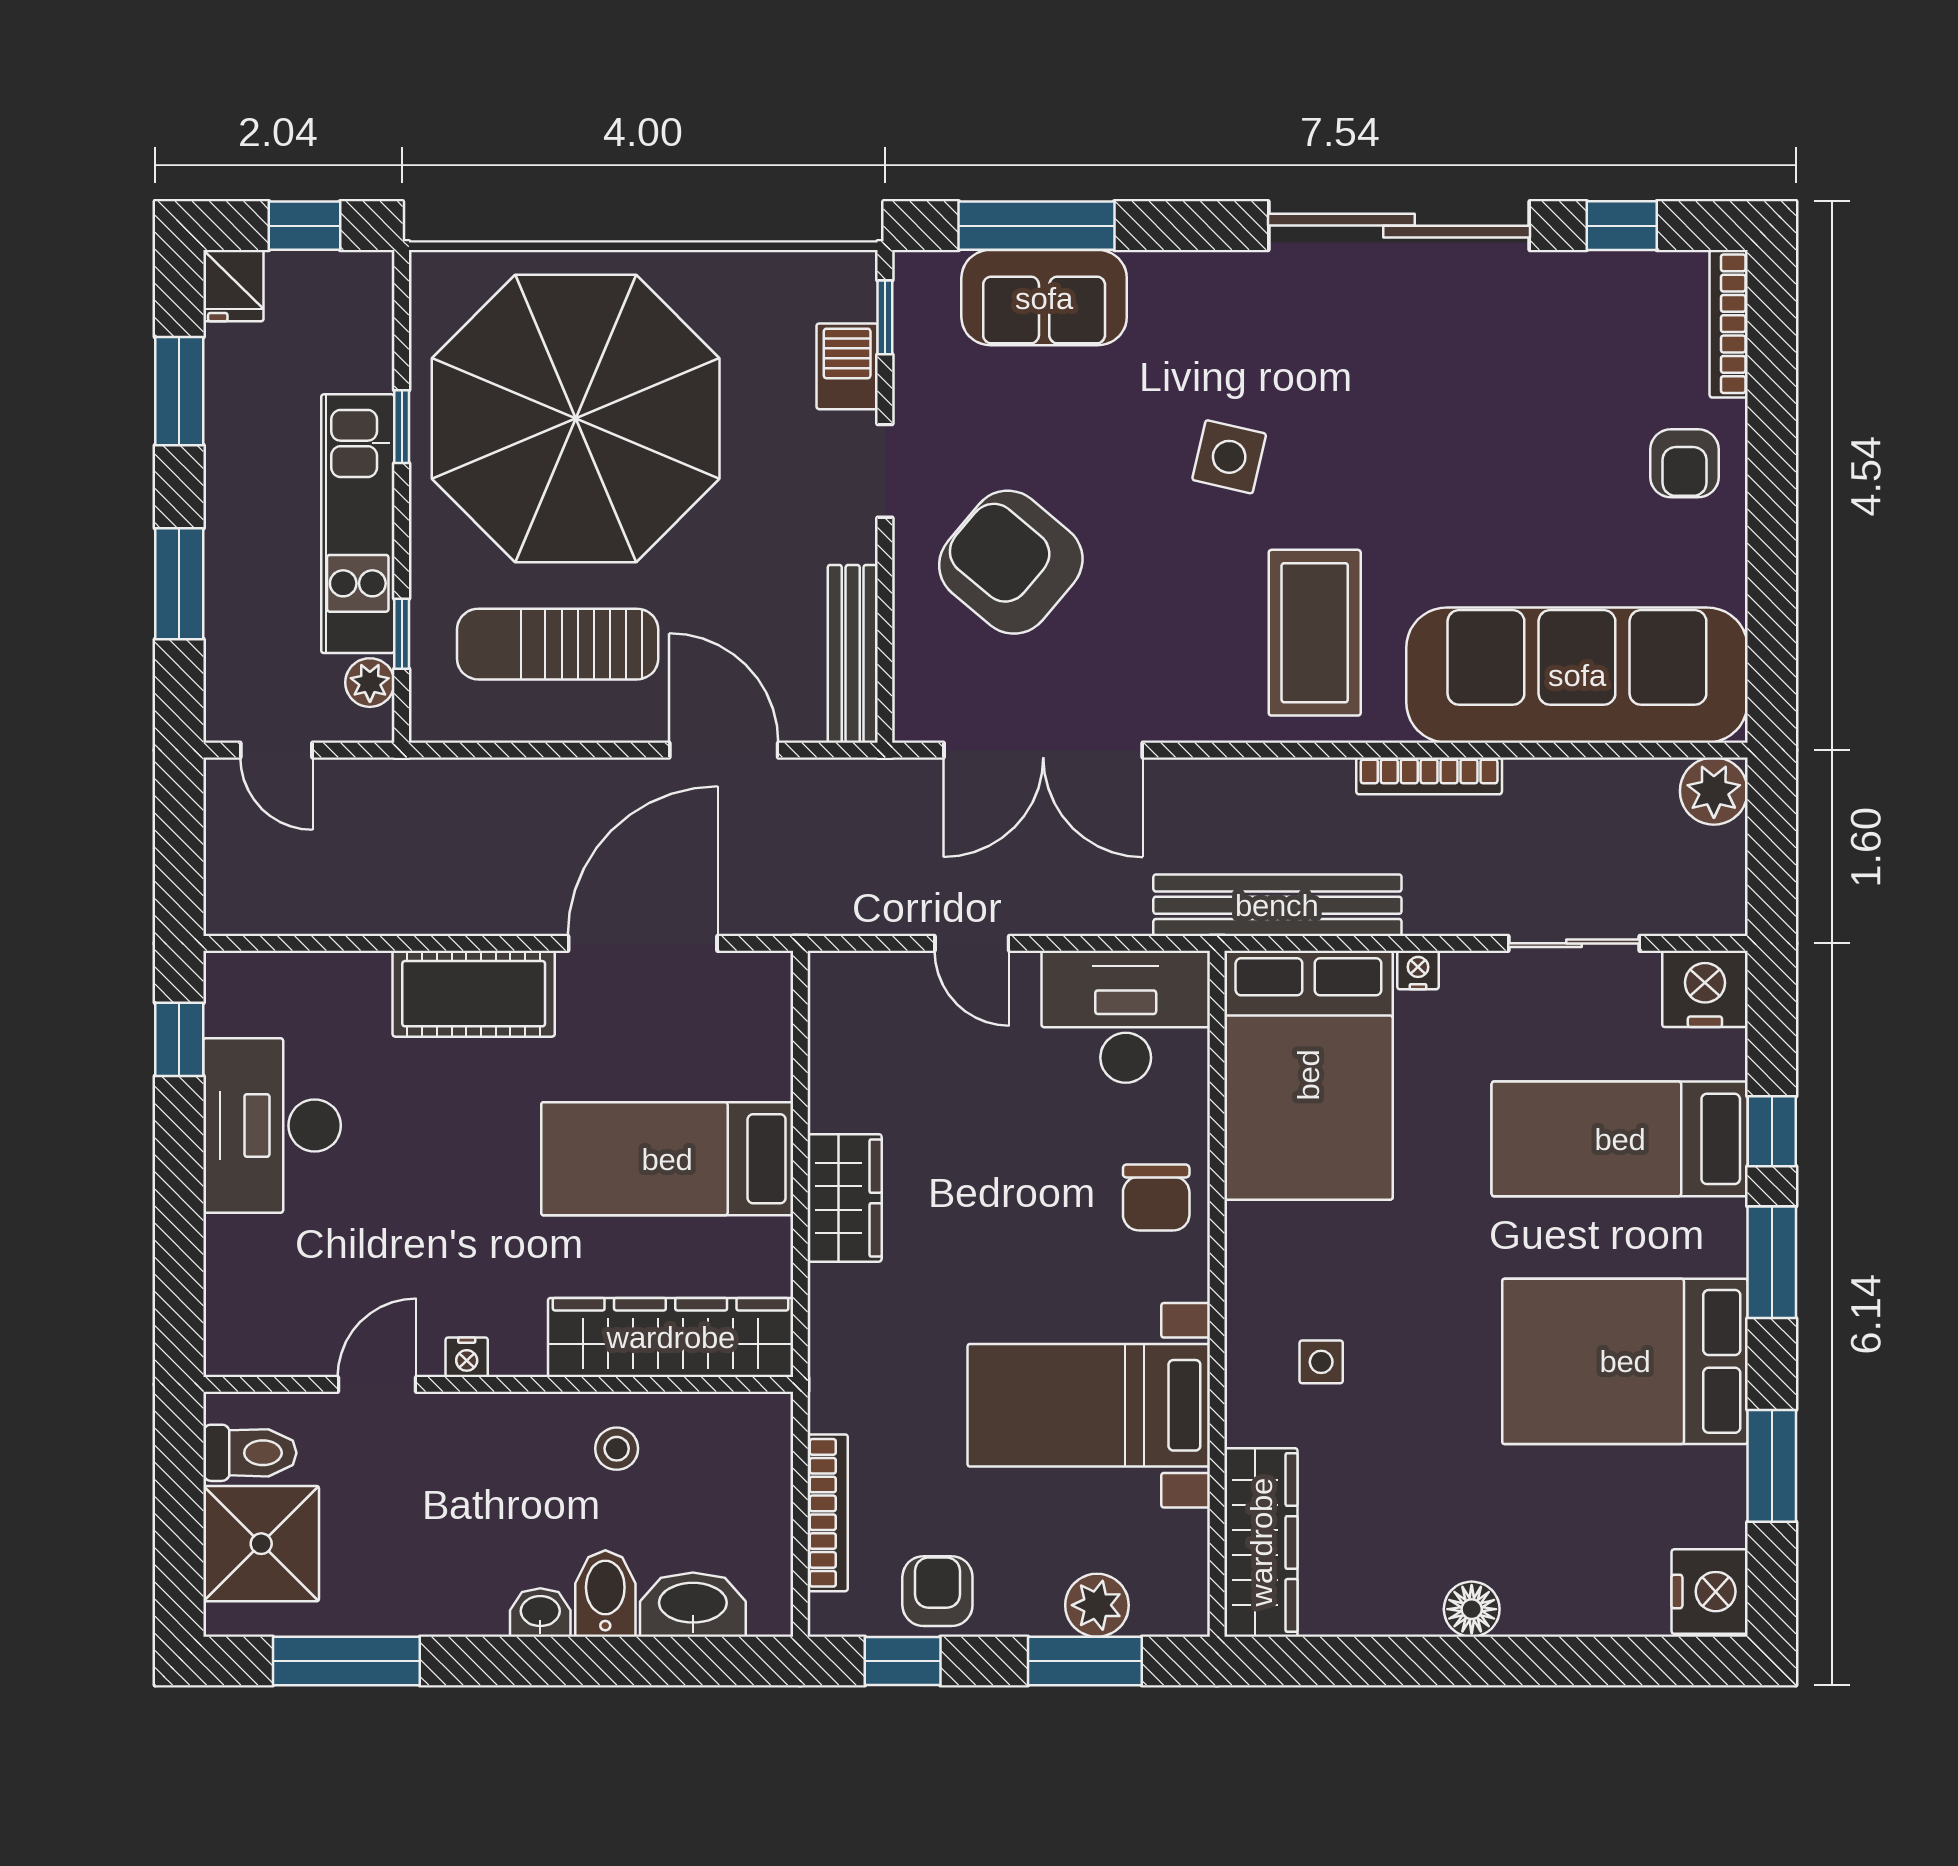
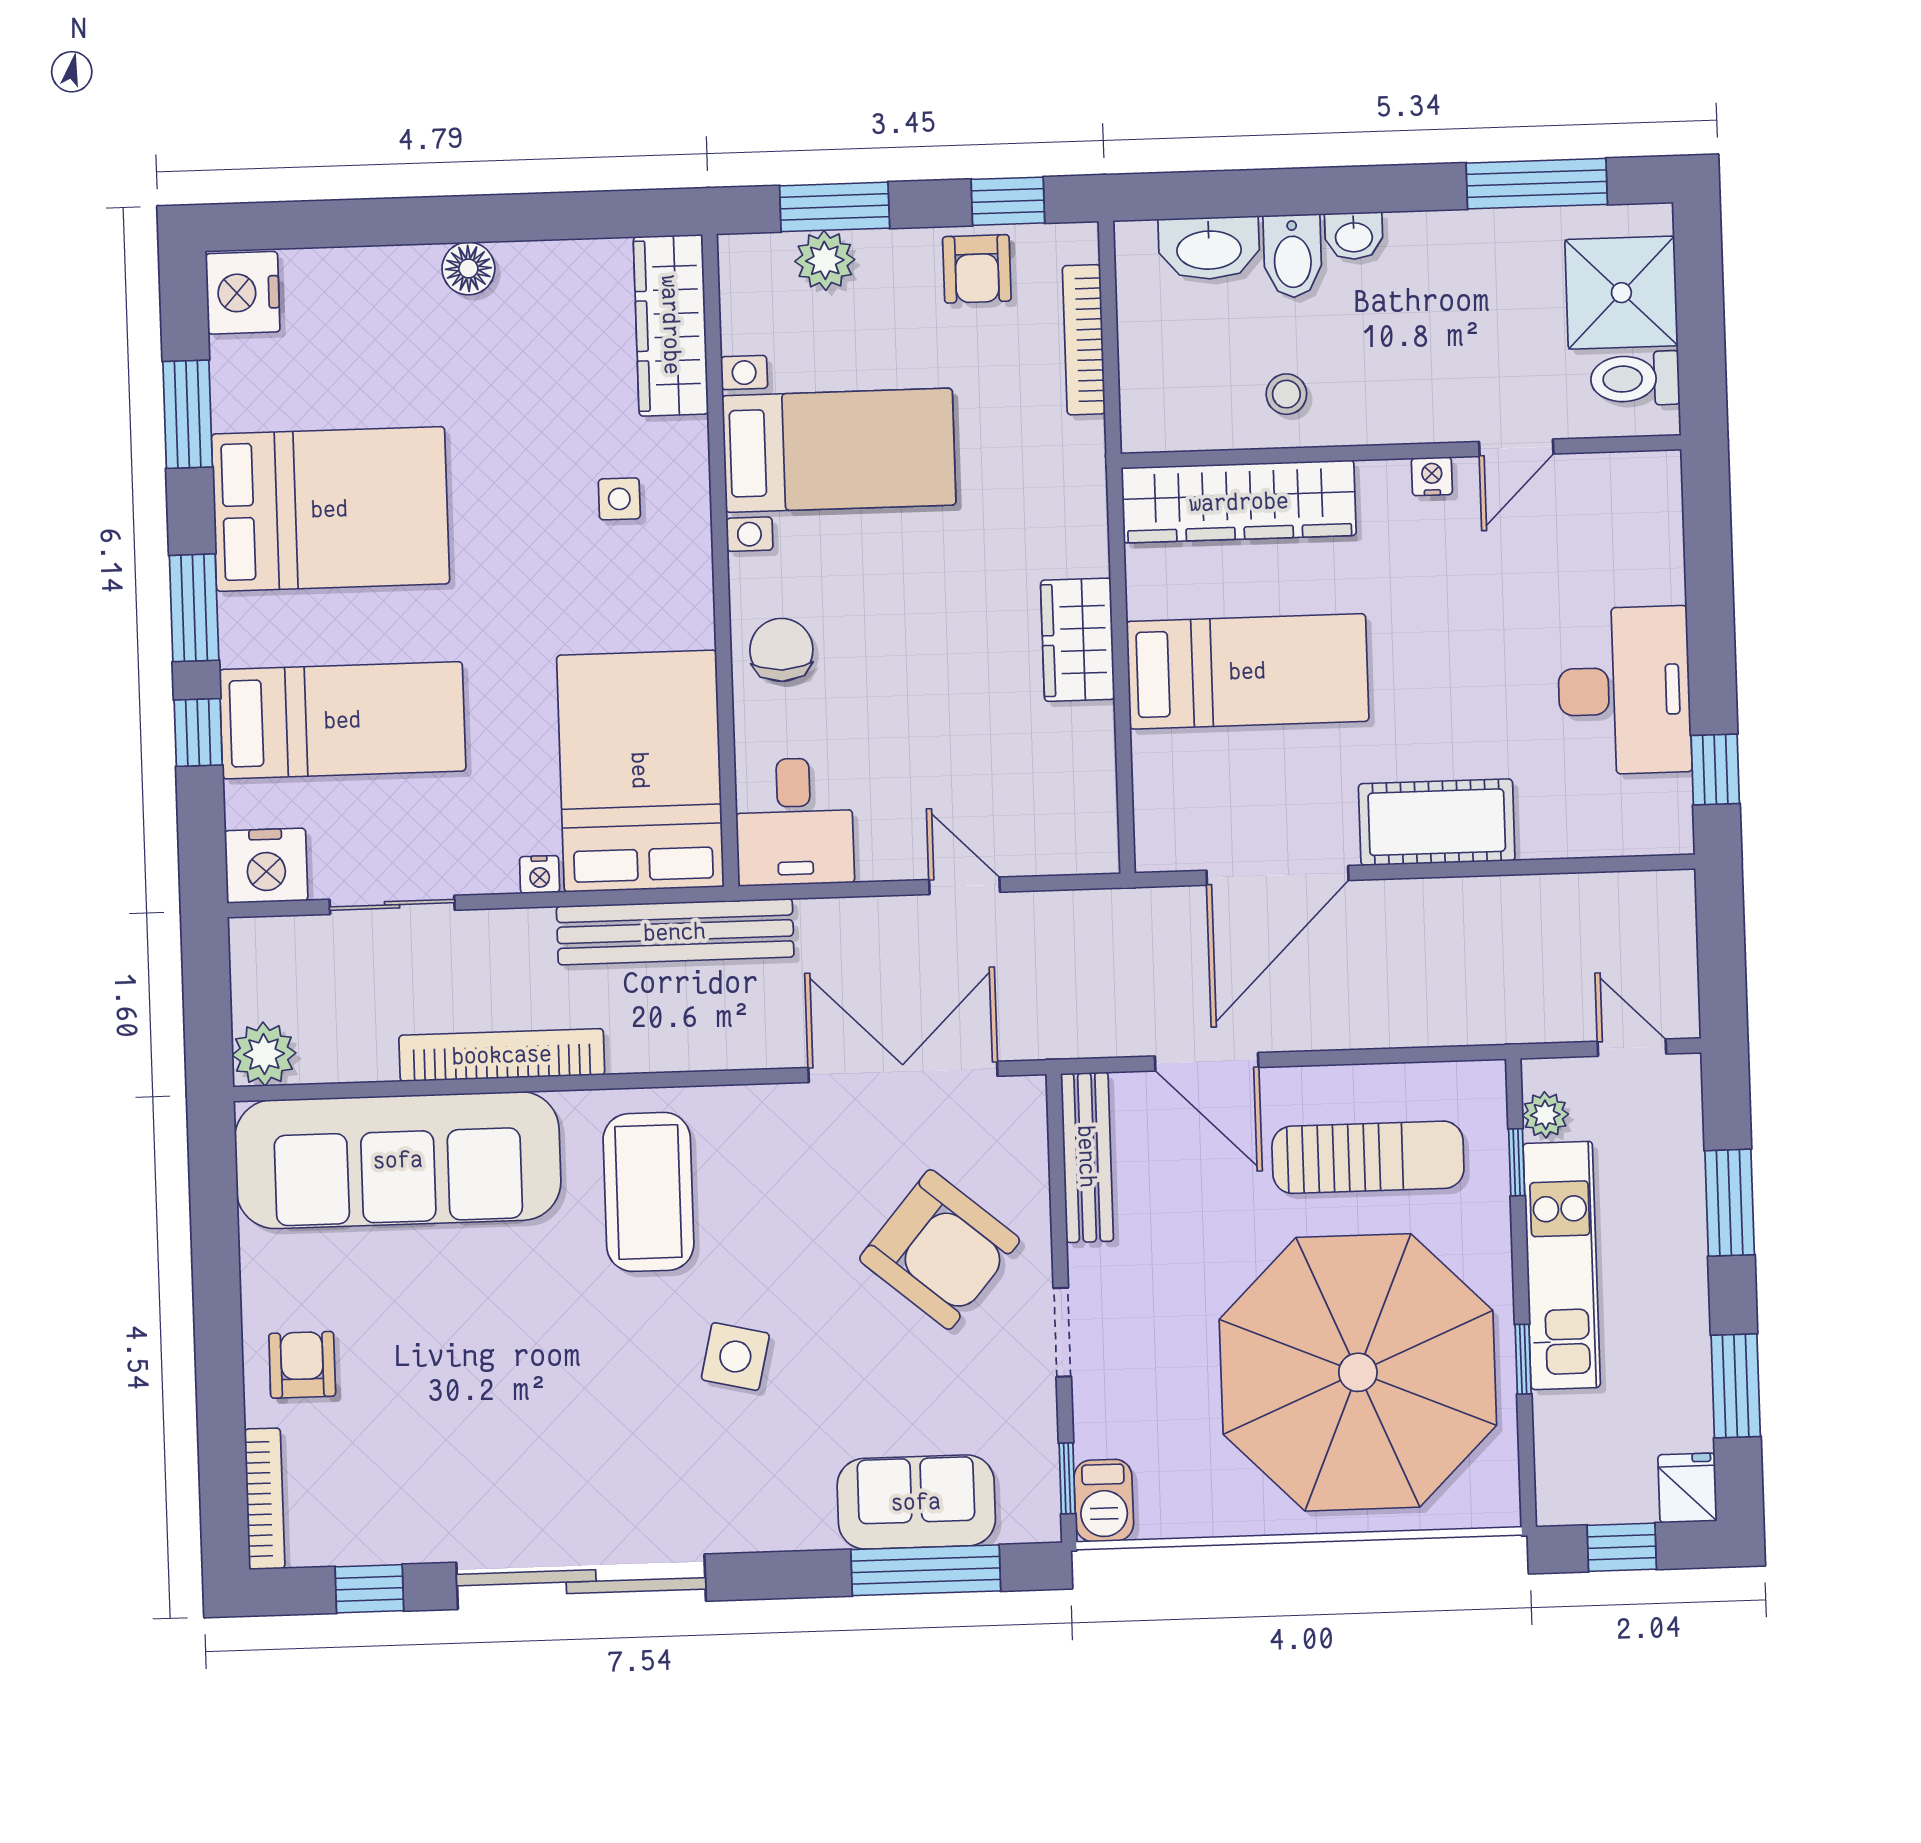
barbecue: (847, 366) -> (1104, 1500), moved
bookcase: (1429, 776) -> (502, 1055), width x1.48, depth x1.31
desk: (1126, 1017) -> (794, 822), width x0.73

